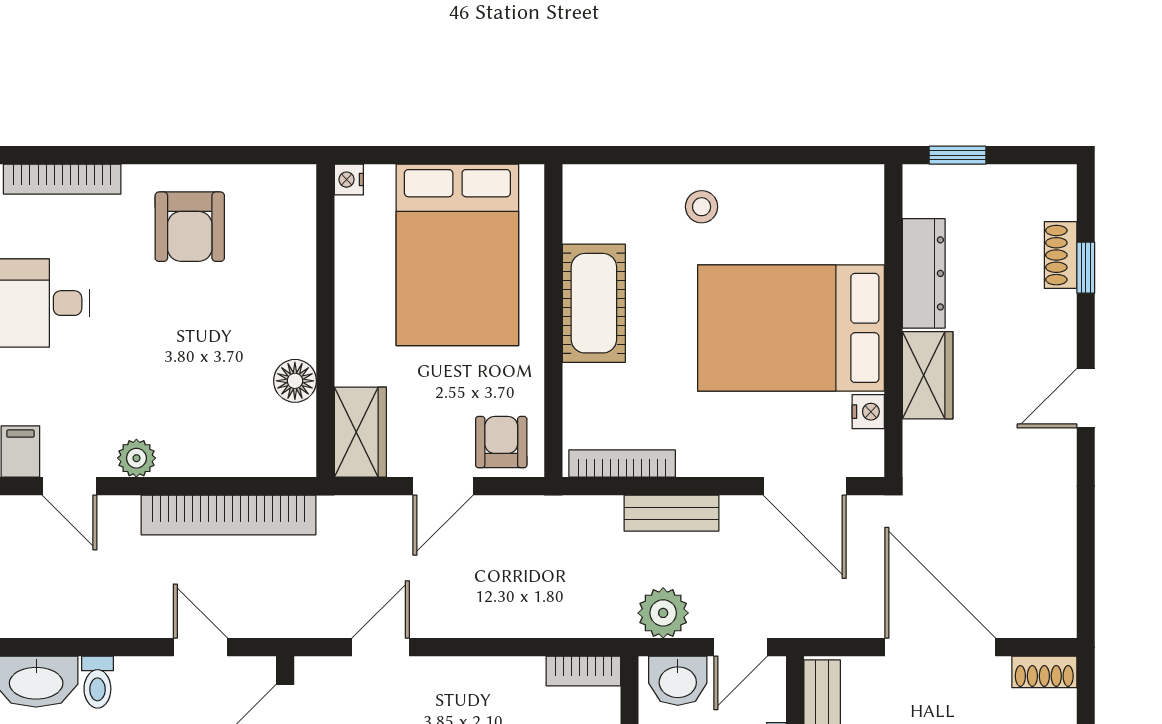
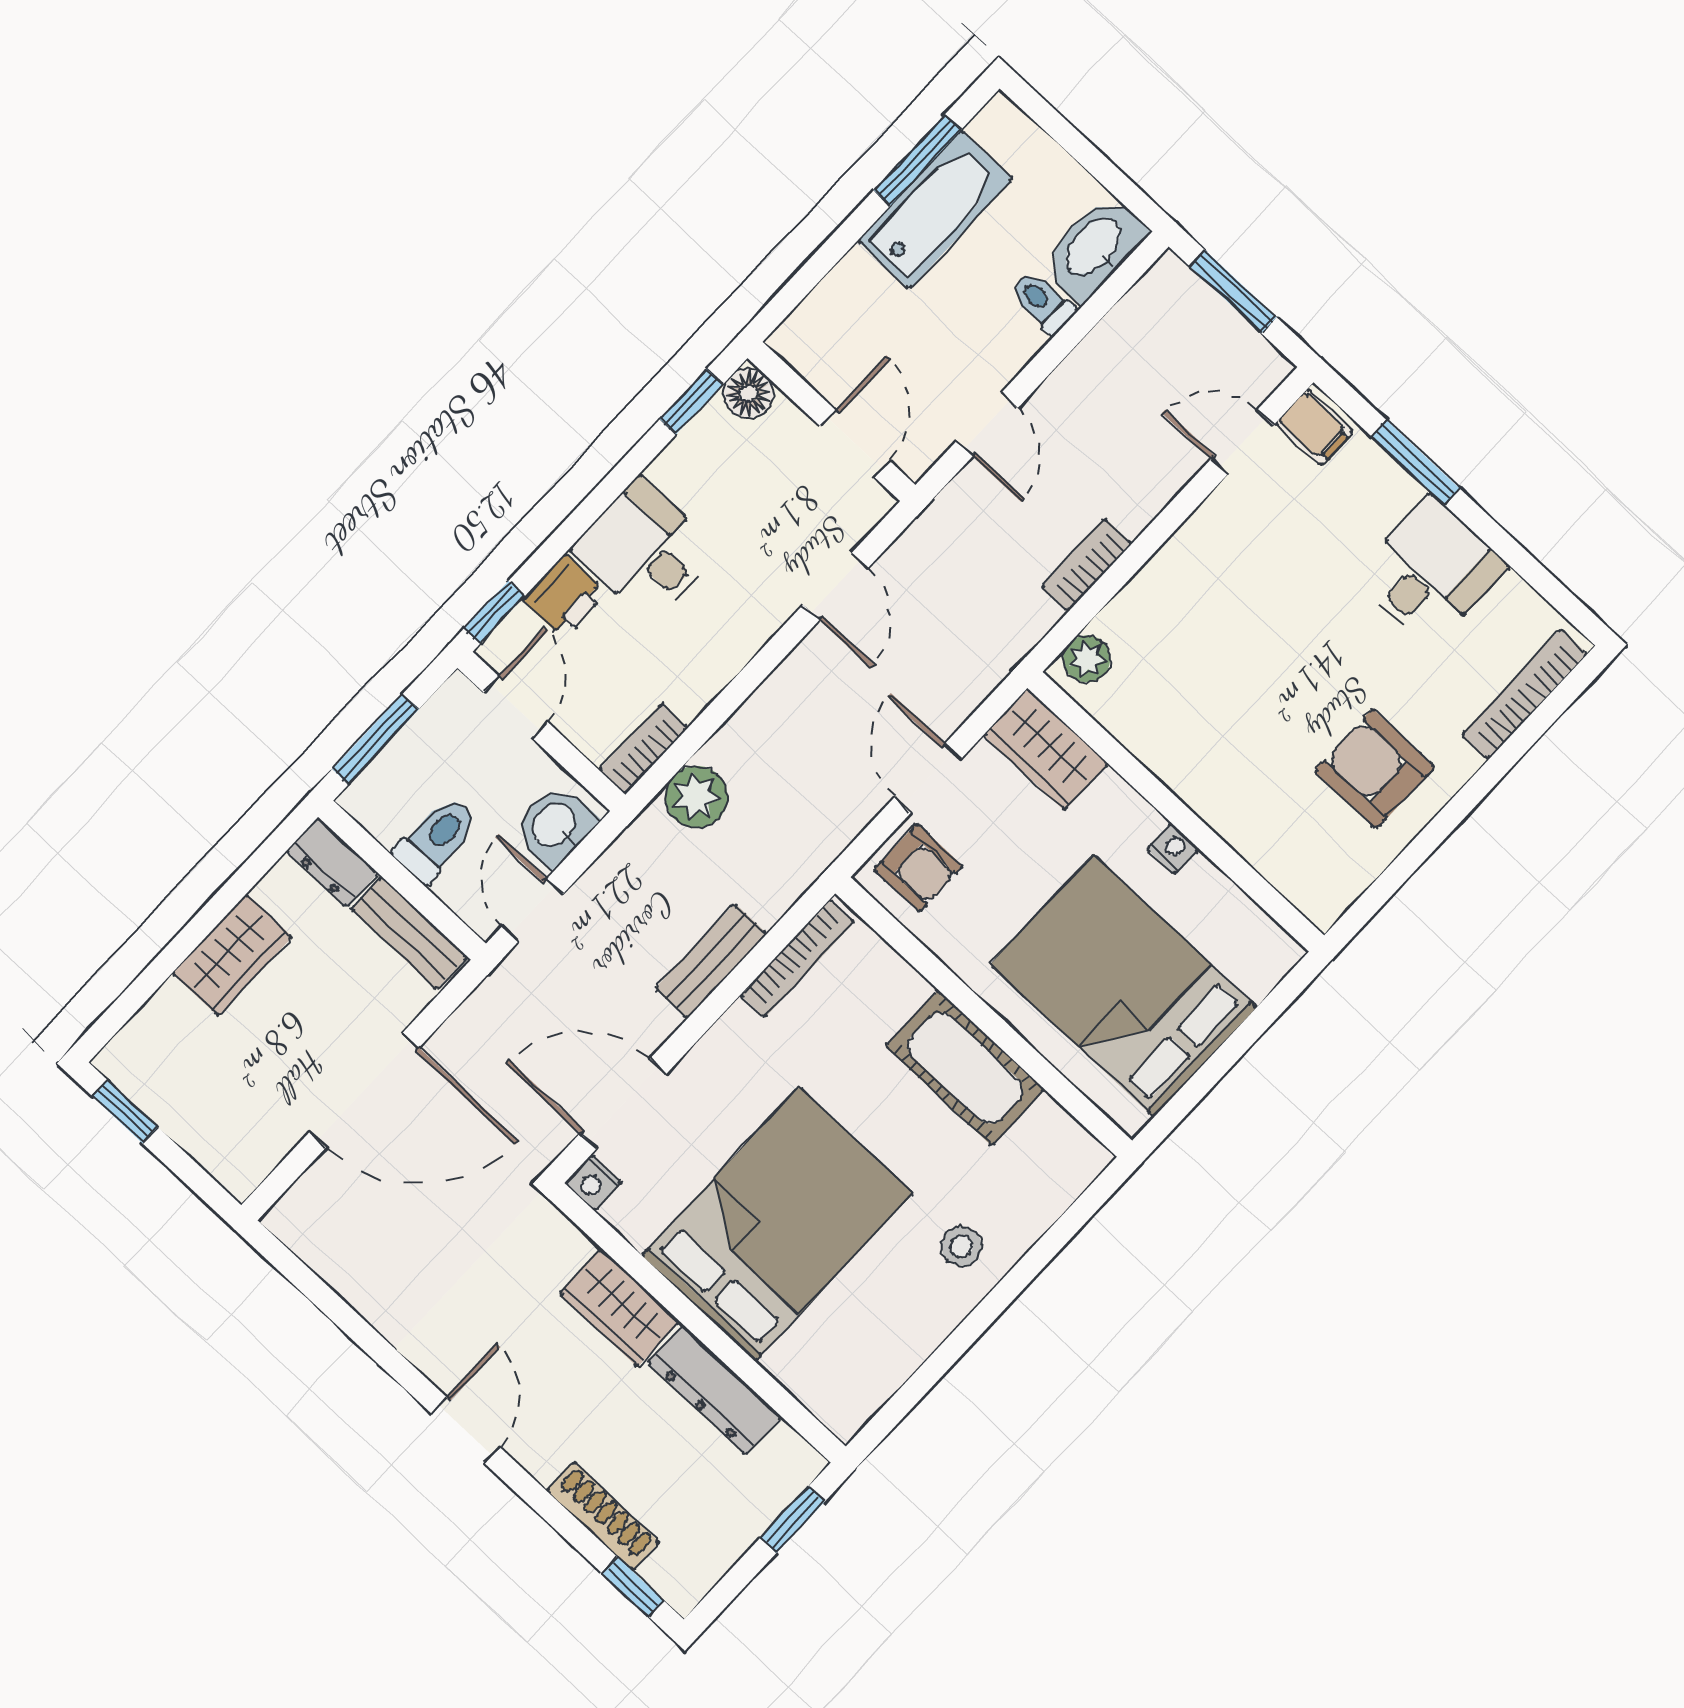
nightstand: (349, 180) -> (1173, 849), moved
shoe rack: (1061, 255) -> (603, 1516), width x1.43
window: (1086, 268) -> (633, 1587), moved
floor lamp: (295, 381) -> (1147, 734), removed
nightstand: (868, 412) -> (593, 1183), moved
plant: (136, 458) -> (1087, 659), moved
bookcase: (228, 515) -> (1087, 565), width x0.43, depth x0.76
plant: (663, 613) -> (696, 797), moved
door: (200, 647) -> (987, 424), hinge flipped
shoe rack: (1044, 672) -> (254, 1163), removed

